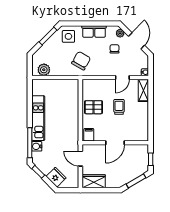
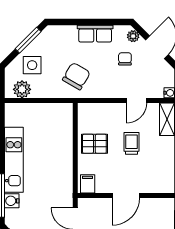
side table: (68, 36) -> (32, 65), moved

